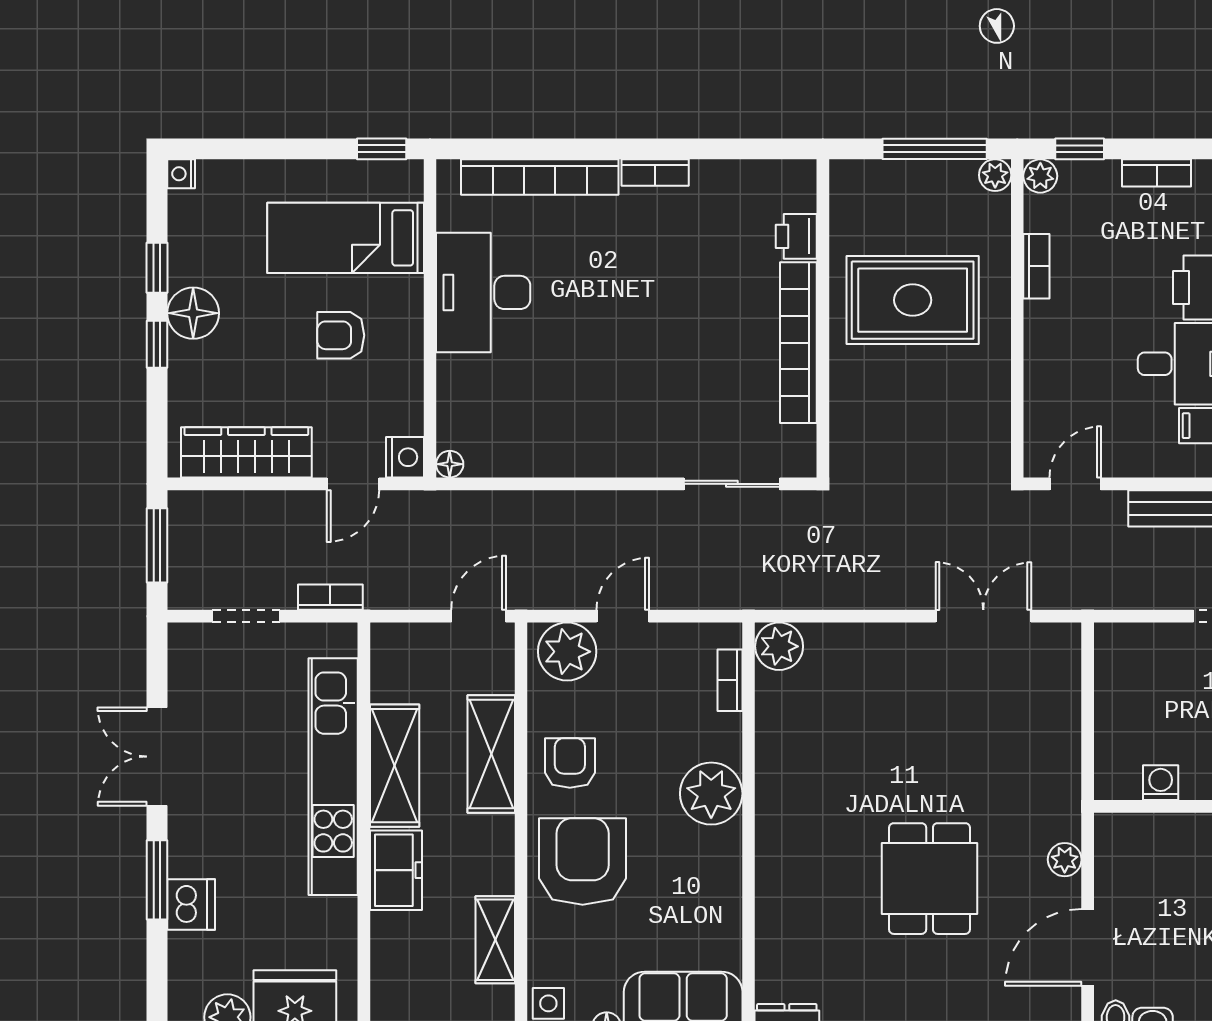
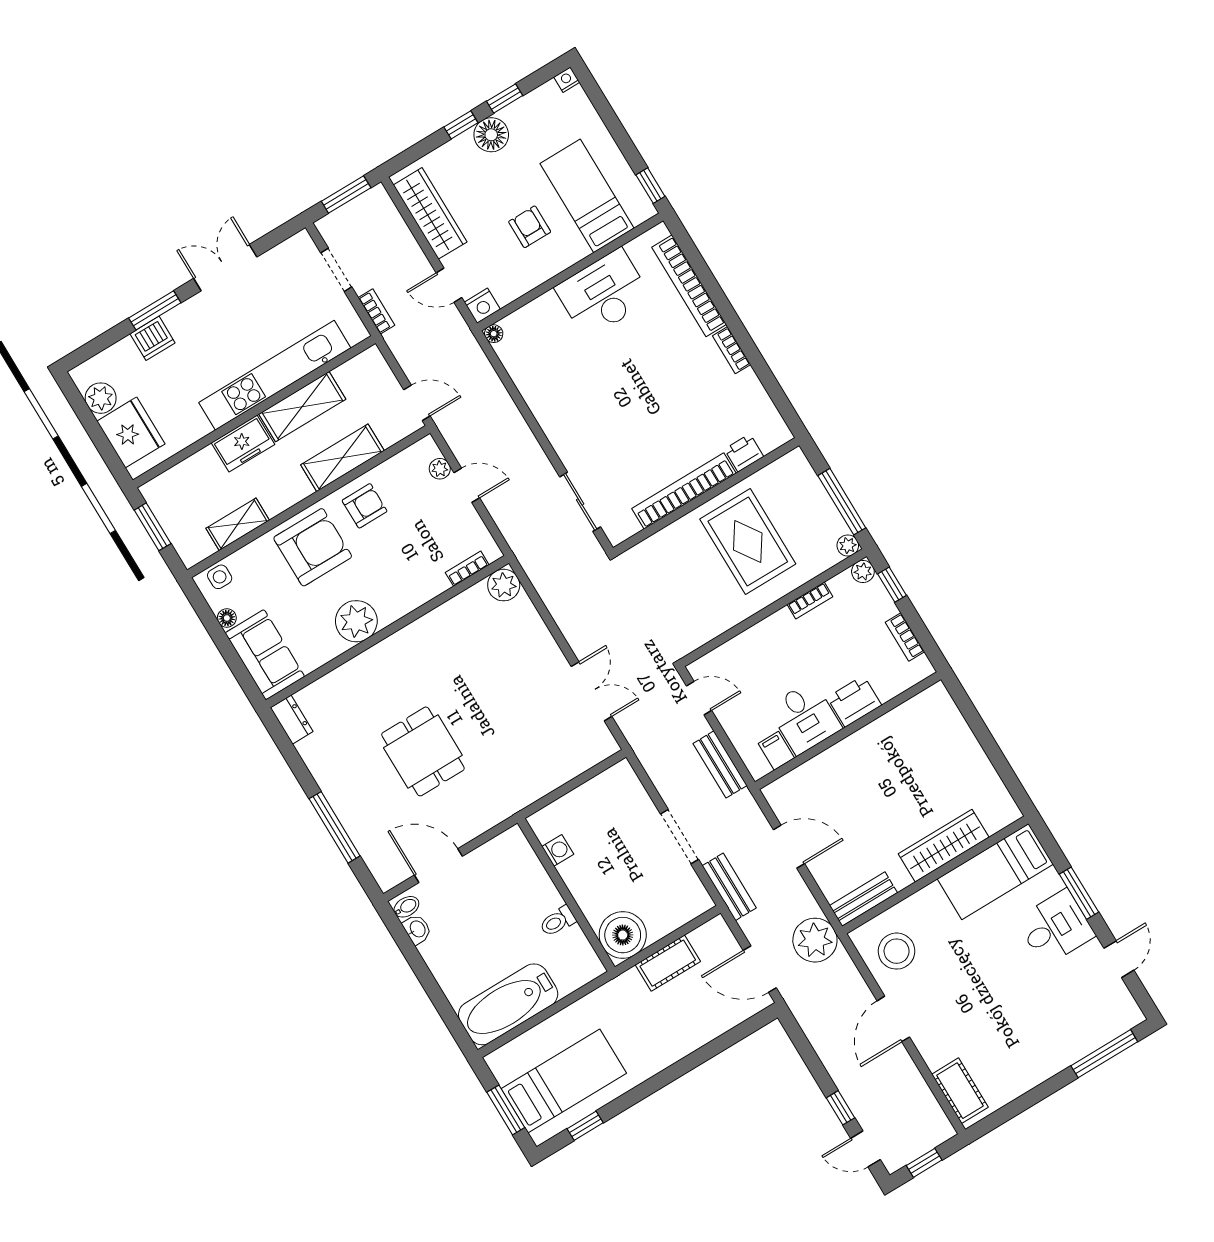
plant: (567, 652) -> (440, 469), width x0.53, depth x0.53
plant: (711, 794) -> (356, 621), moved
plant: (1065, 860) -> (481, 822), removed
dining table: (930, 879) -> (423, 751), turned 90

